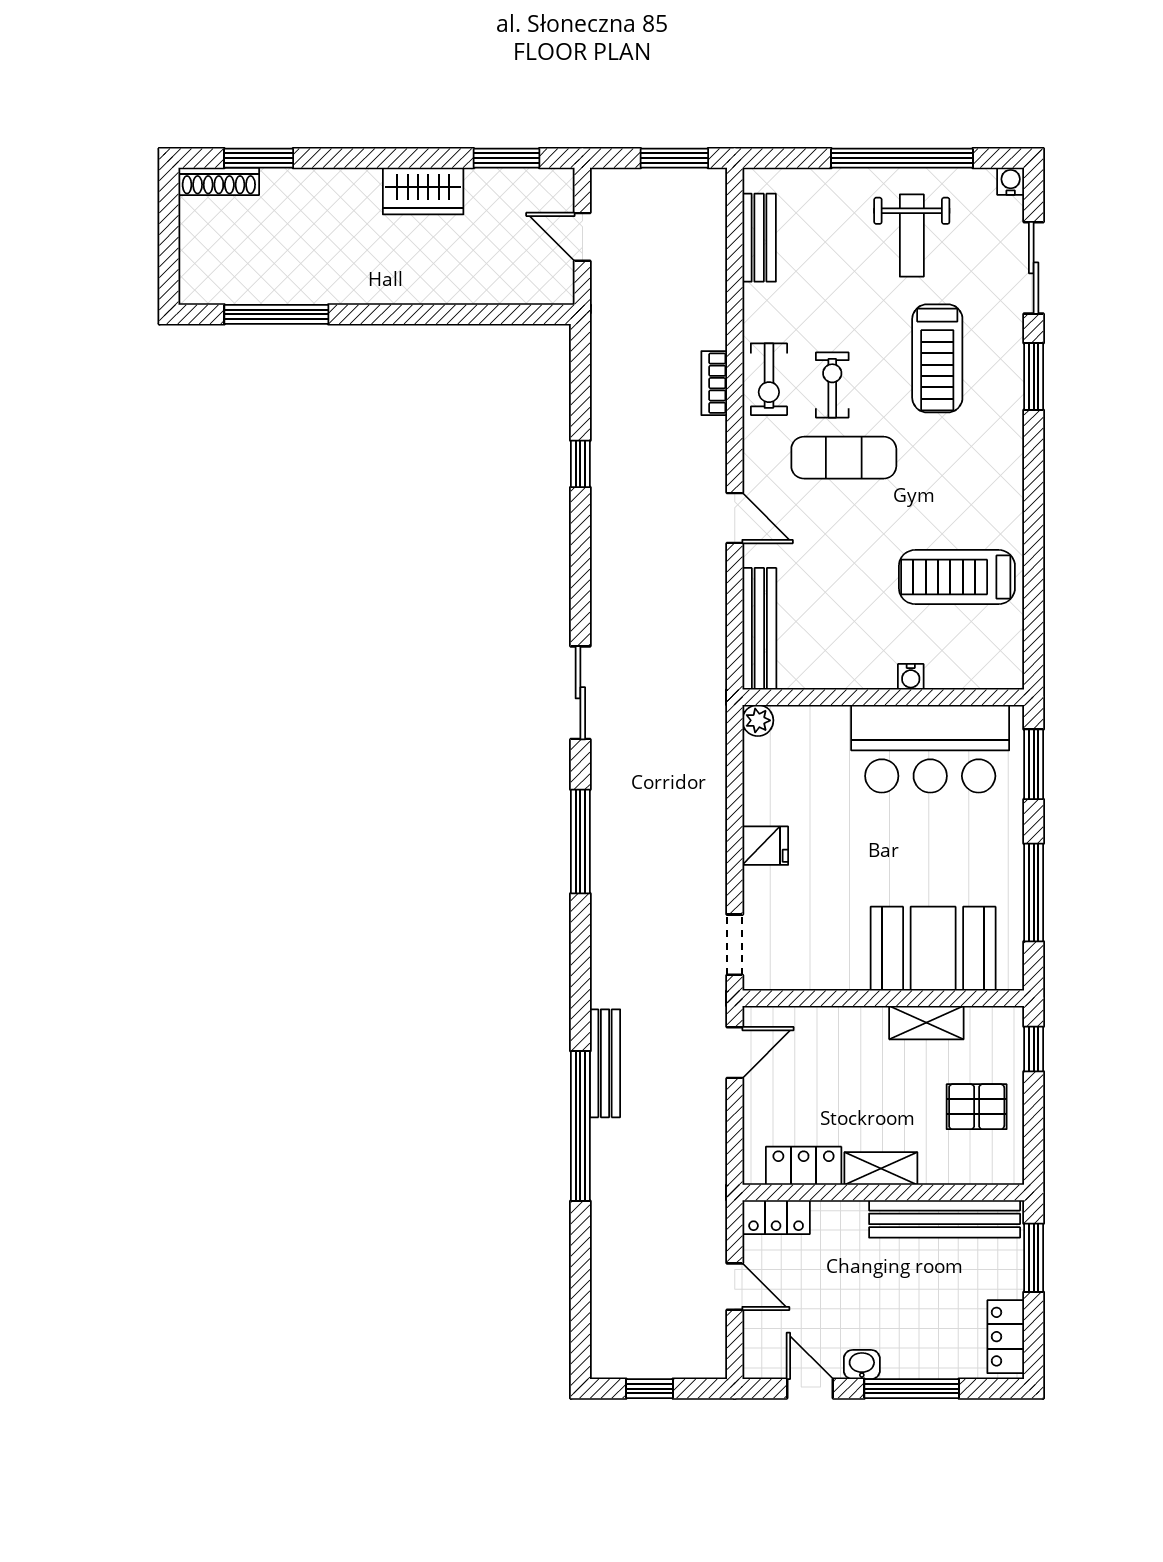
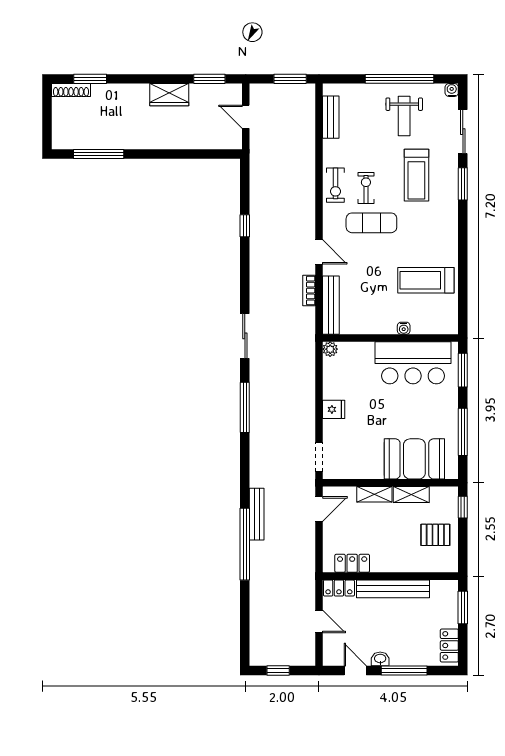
bookcase: (714, 383) -> (309, 291), moved
shelving: (881, 1168) -> (374, 494), moved
bench: (945, 1219) -> (393, 589), moved

